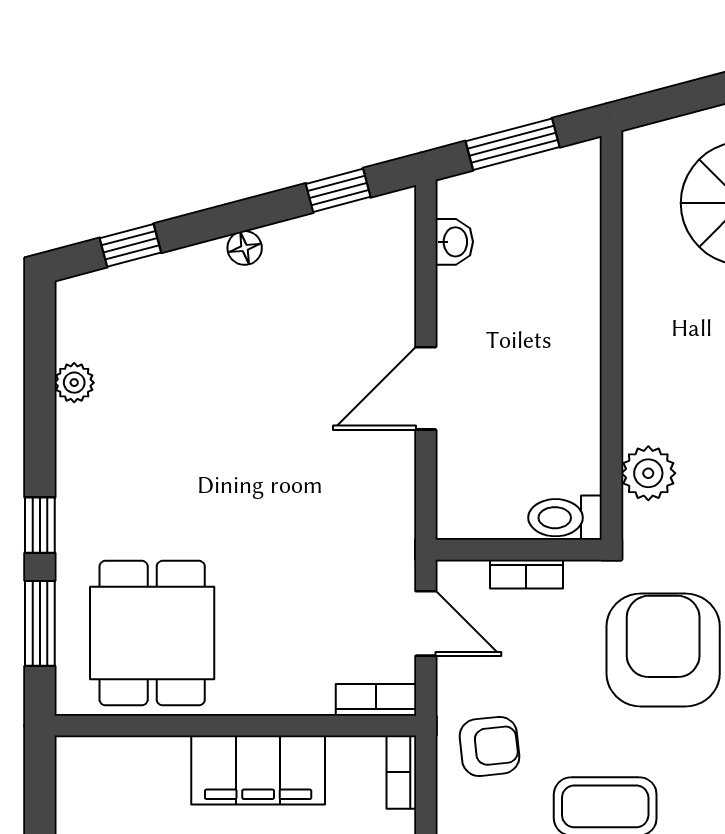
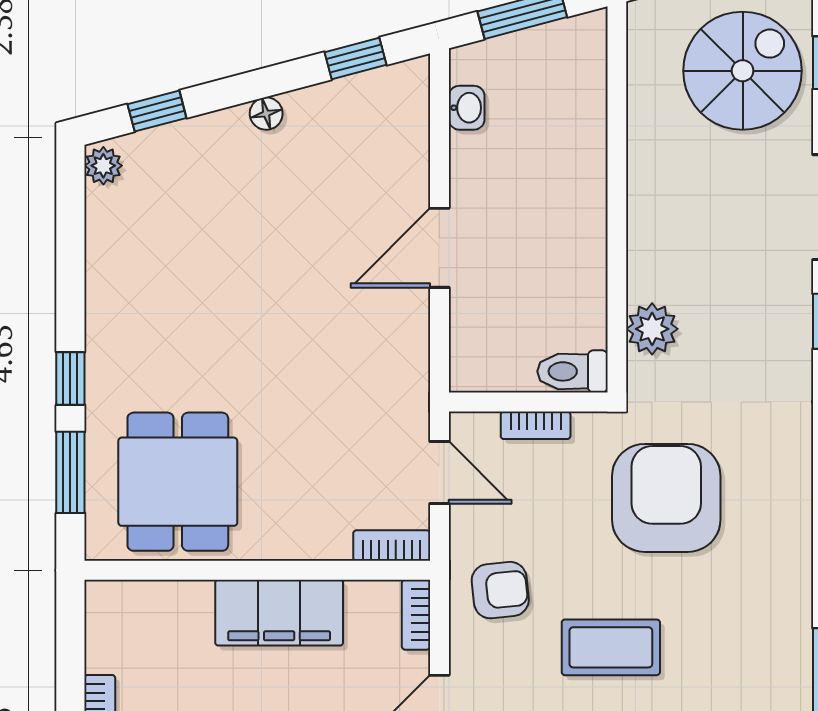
plant: (74, 383) -> (103, 166), moved

